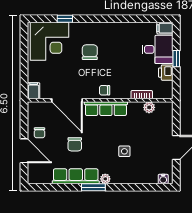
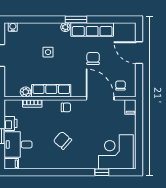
chair: (90, 52) -> (63, 140), moved, turned 131
row of seats: (106, 109) -> (51, 91), moved
chair: (39, 133) -> (120, 85), moved

